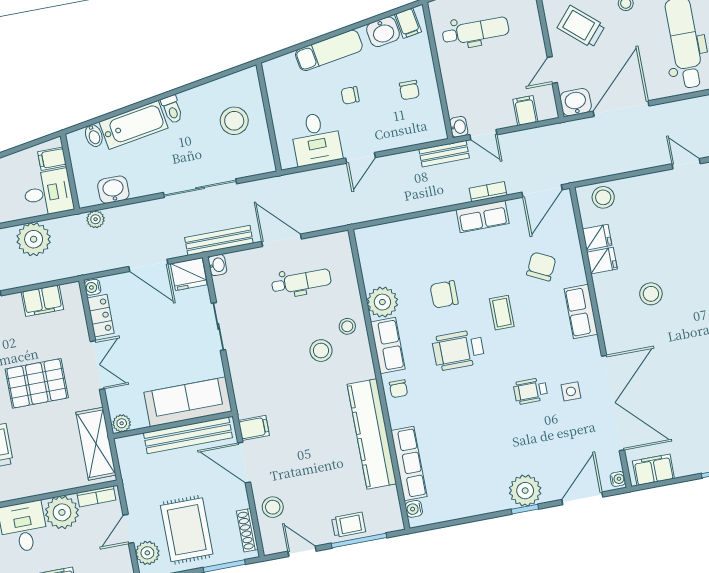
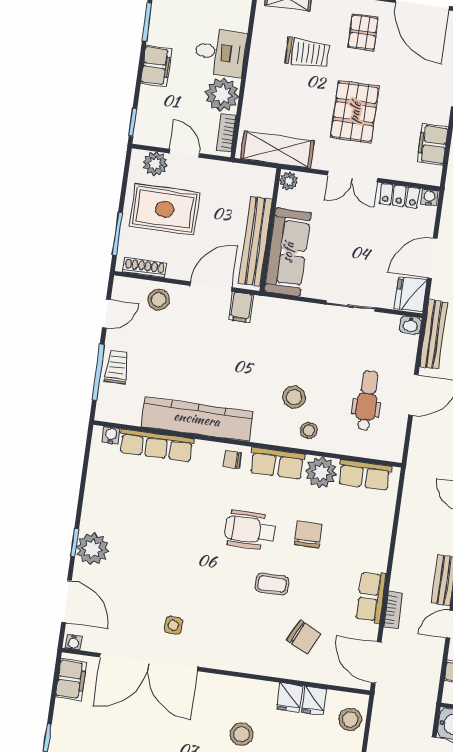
dental chair: (301, 282) -> (367, 401), turned 180
row of seats: (581, 312) -> (365, 475), moved, turned 180
wheelchair: (458, 350) -> (250, 530), turned -90
wheelchair: (531, 391) -> (187, 586), removed
trolley: (349, 525) -> (117, 367), turned 180

